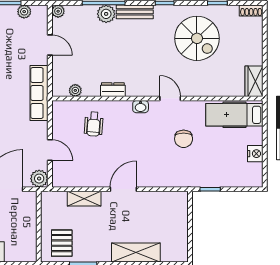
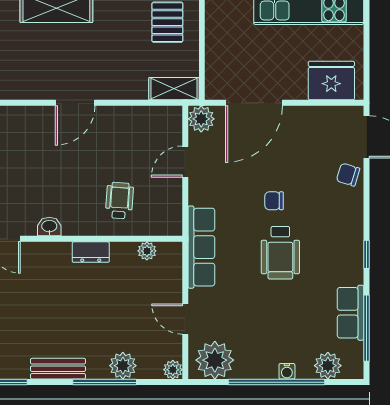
plant: (24, 12) -> (215, 360), width x1.88, depth x1.88
plant: (106, 14) -> (123, 366), moved
door: (50, 150) -> (185, 162), hinge flipped
shelving: (84, 199) -> (174, 89), moved

